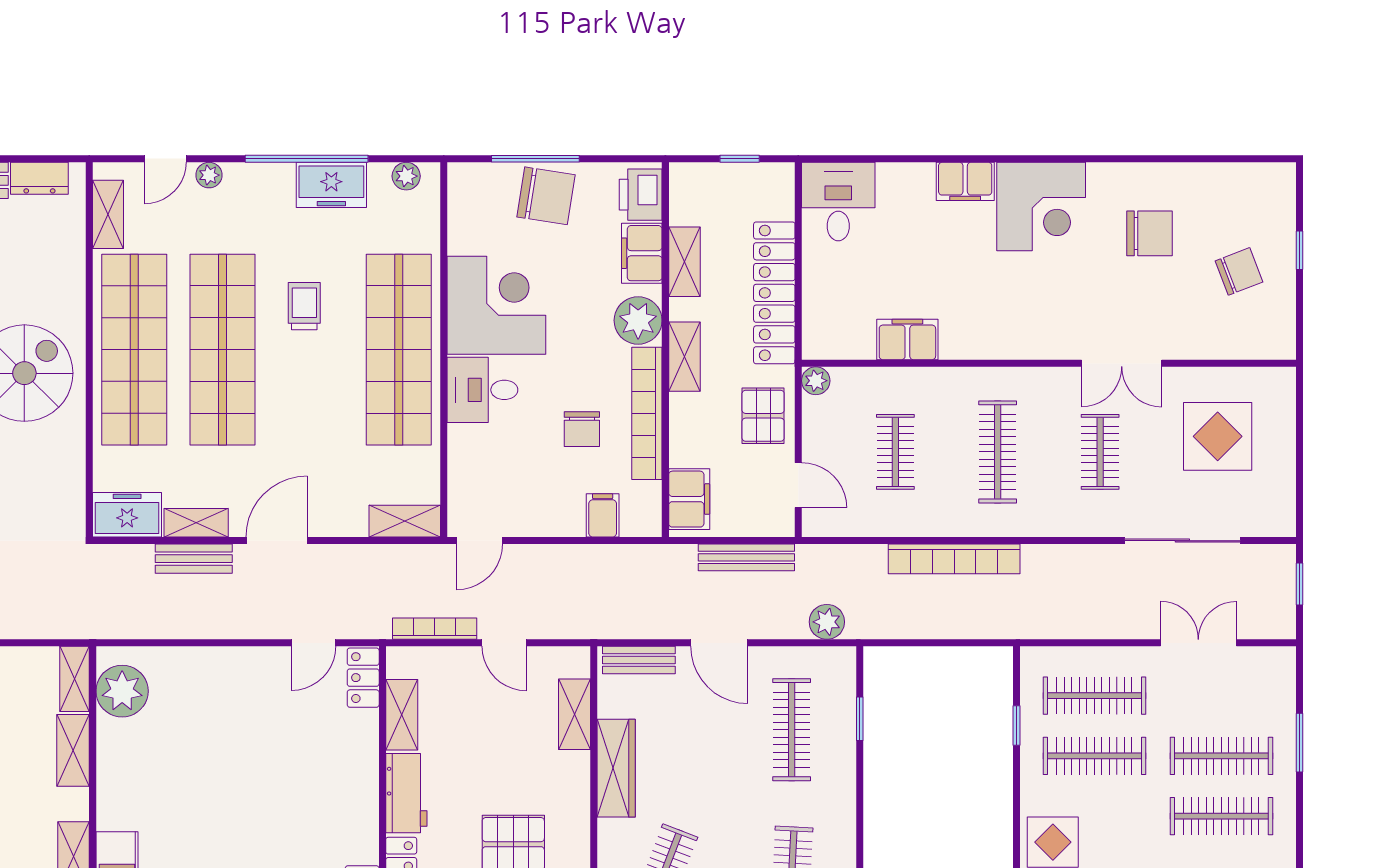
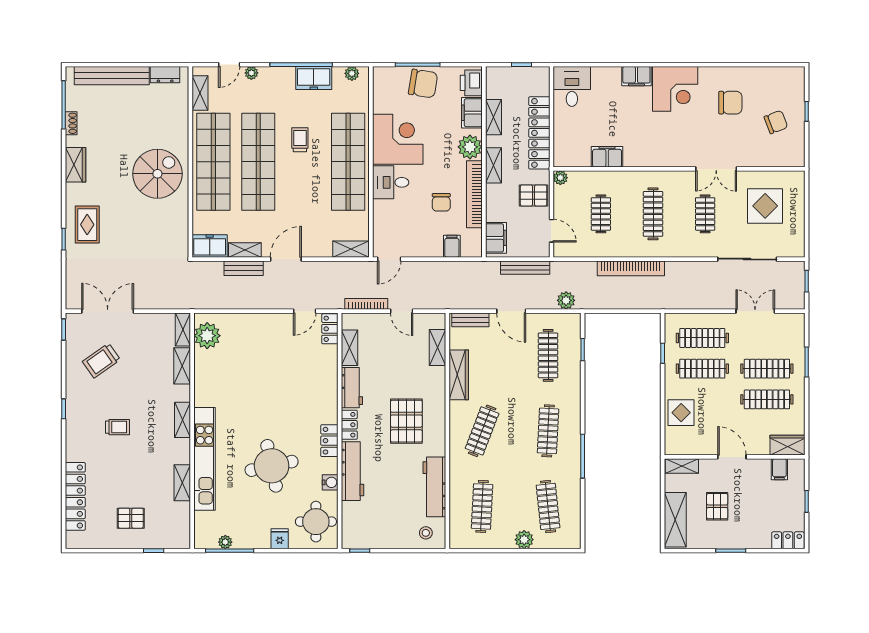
pallet: (763, 416) -> (534, 195), turned 90

